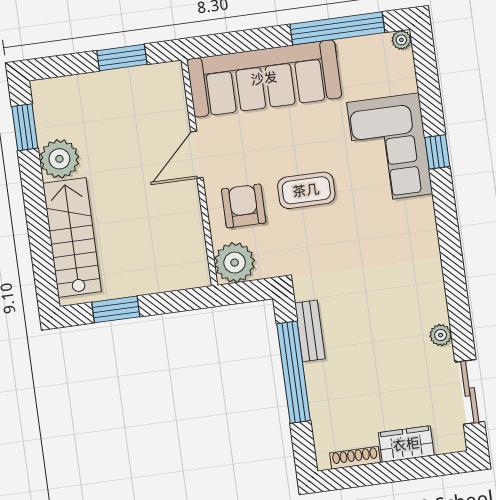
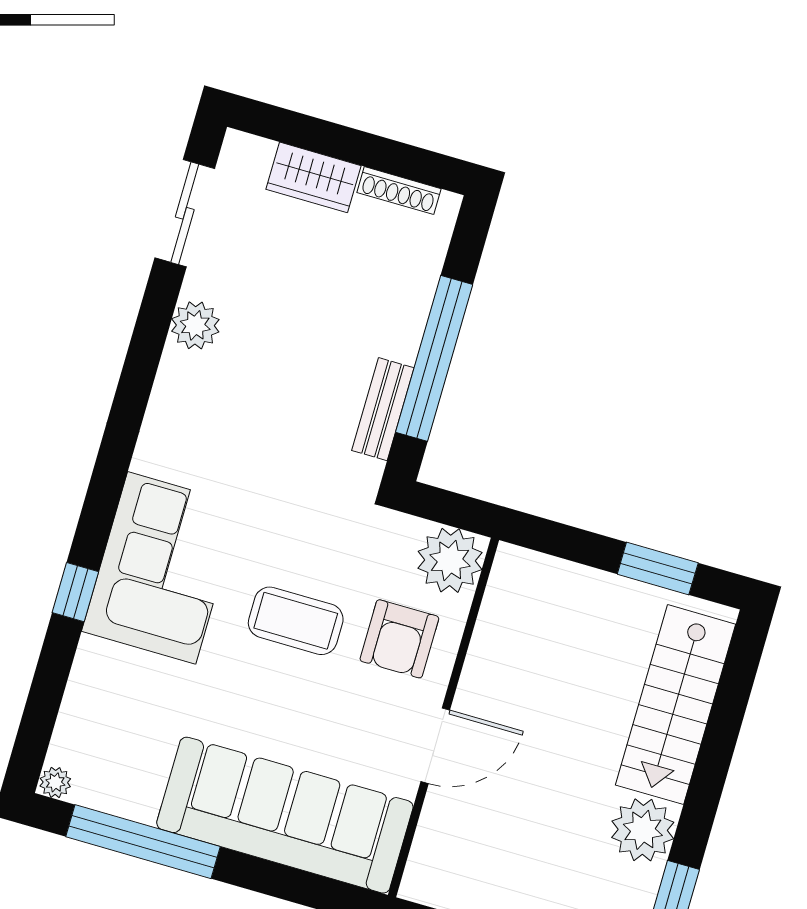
corner sofa: (390, 148) -> (162, 568), moved
plant: (441, 335) -> (195, 325), width x1.38, depth x1.38

